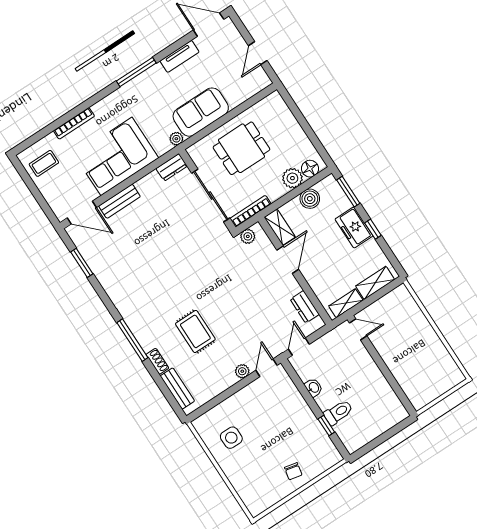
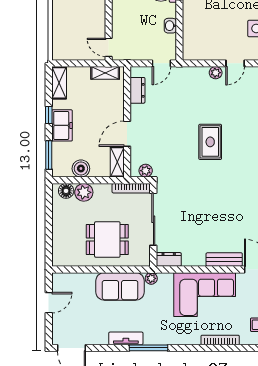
tv unit: (180, 56) -> (126, 338), moved
shelving: (375, 283) -> (59, 83), moved, turned 90
rug: (195, 331) -> (210, 142), moved
door: (267, 368) -> (235, 63), moved

